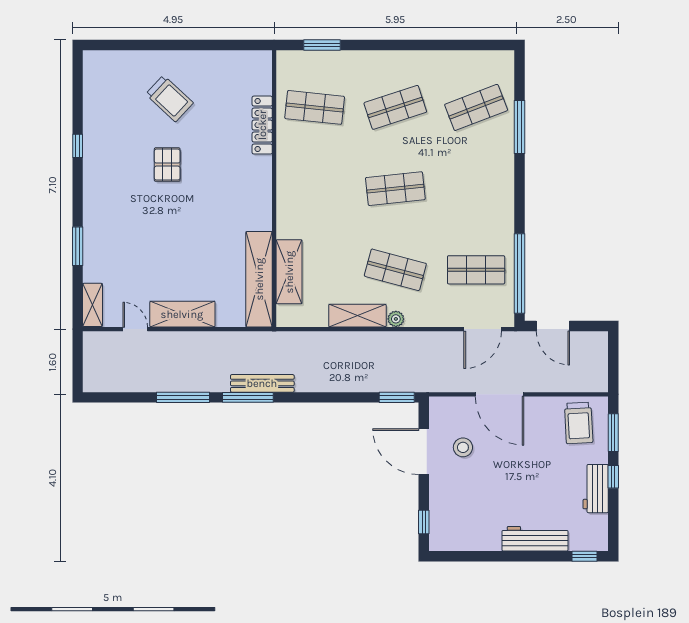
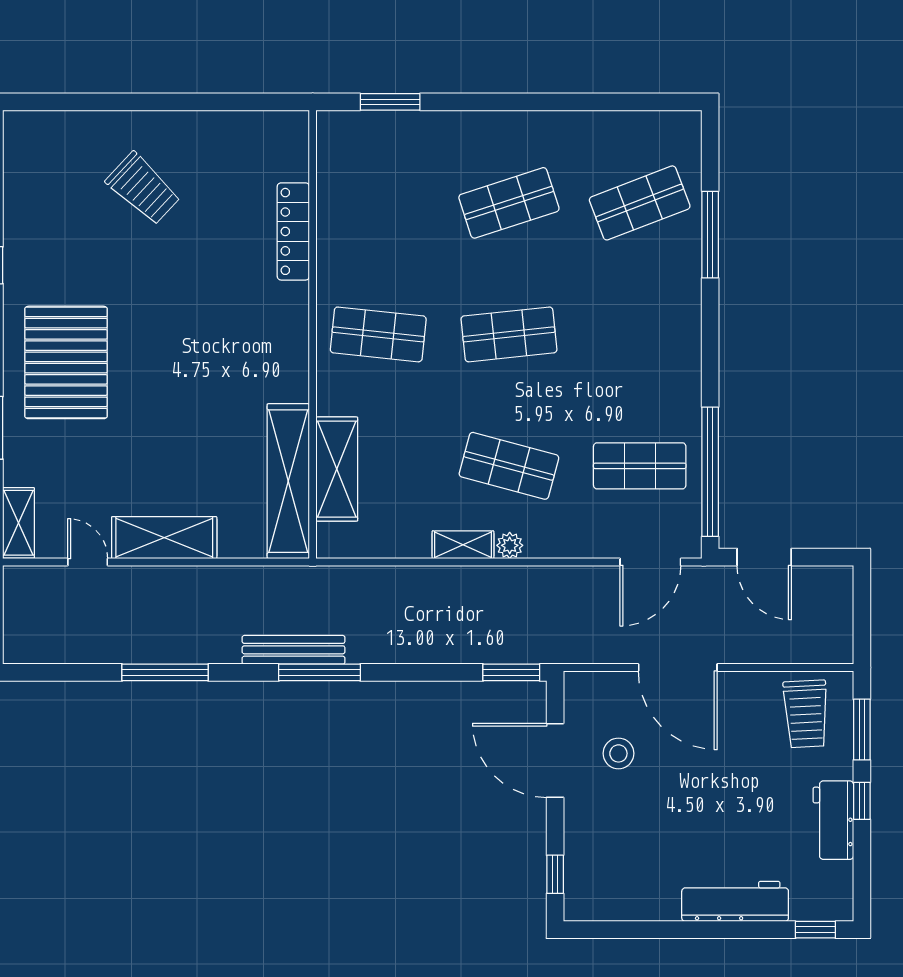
shop shelf: (315, 107) -> (378, 334), moved
pallet: (167, 165) -> (66, 362), moved, width x2.05, depth x2.00
shelving: (357, 316) -> (463, 545), width x0.67, depth x0.75
window: (248, 397) -> (319, 672), moved

